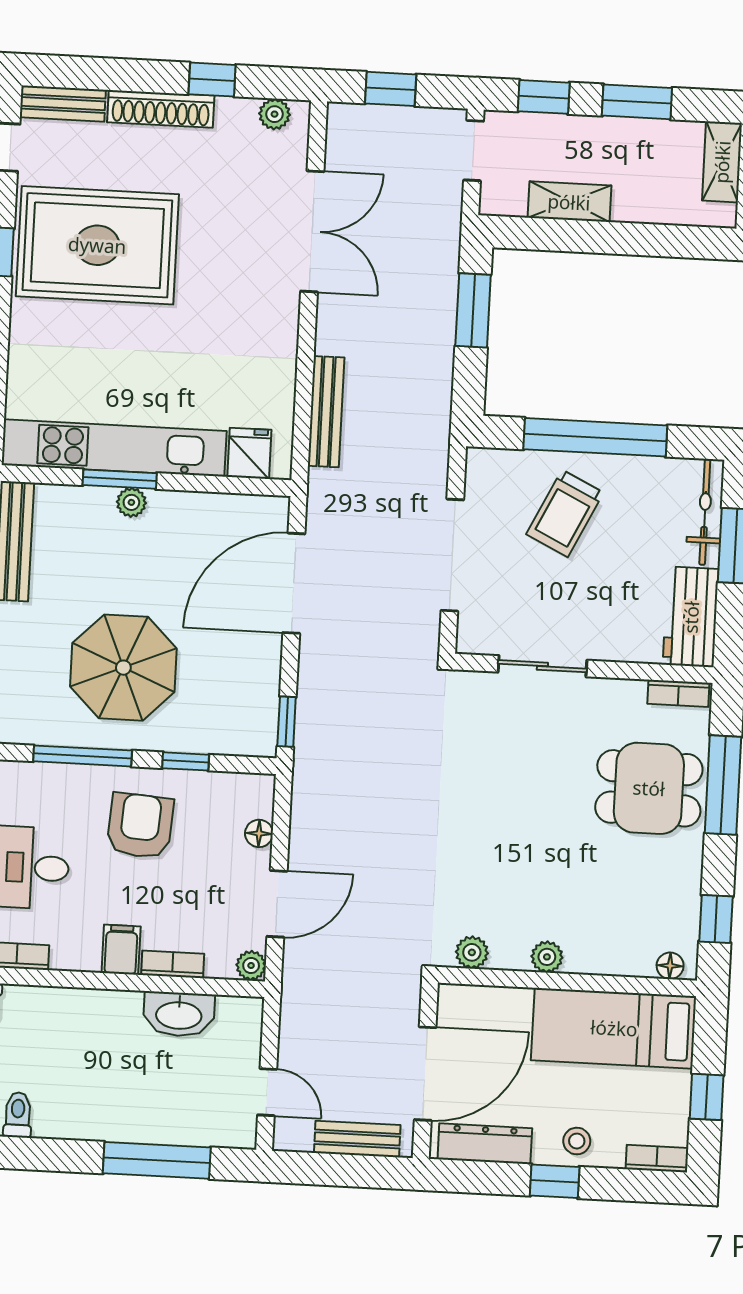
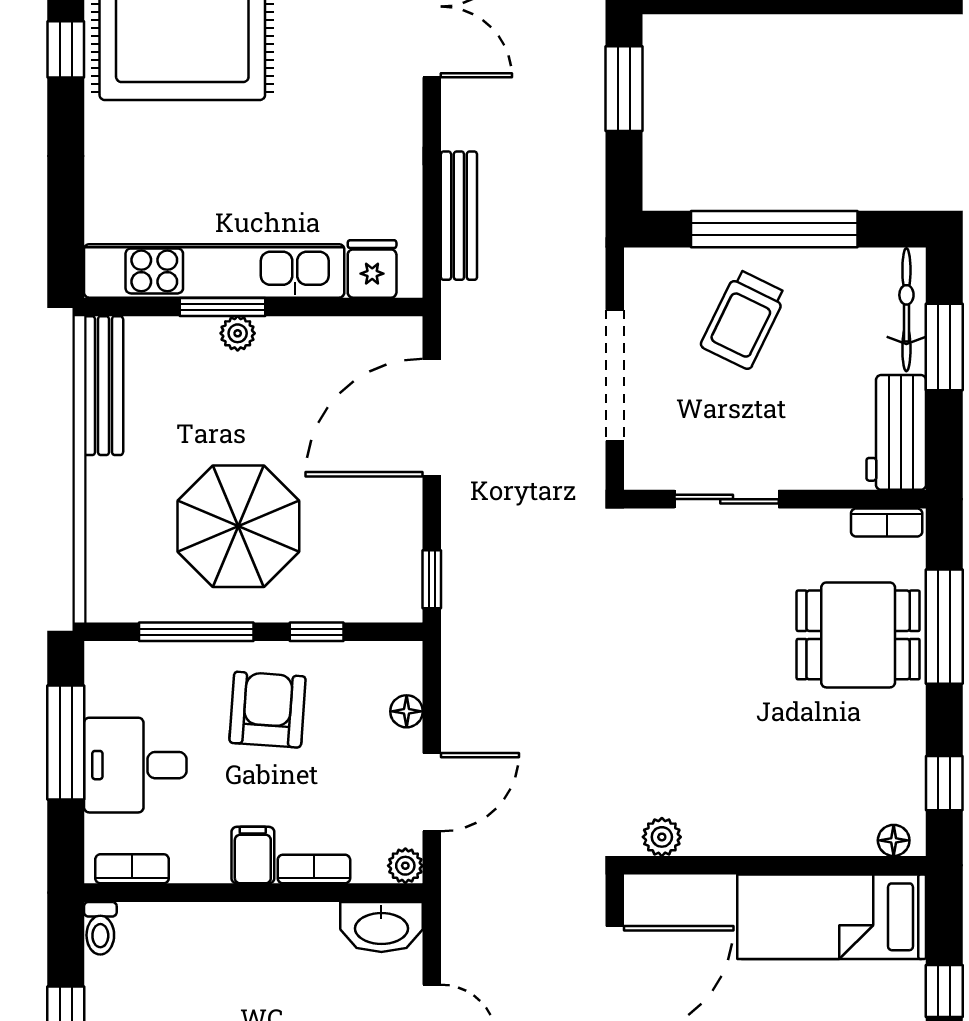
plant: (547, 957) -> (750, 838), removed
washbasin: (179, 1014) -> (381, 927), moved

